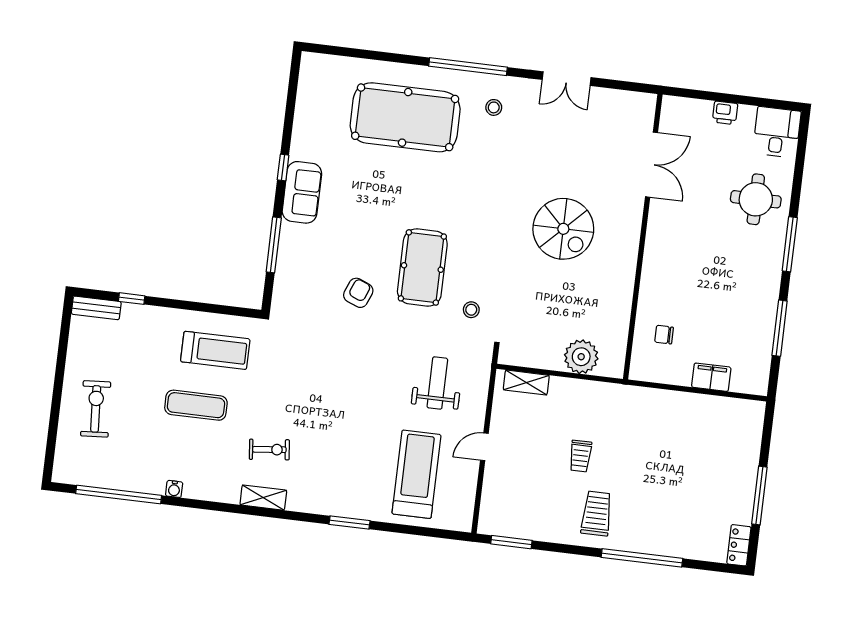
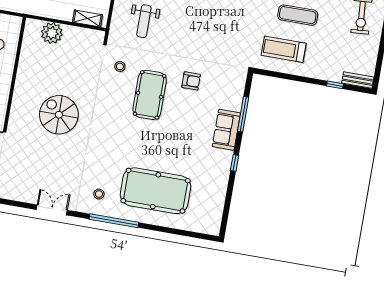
sofa: (302, 192) -> (226, 130), moved
armchair: (358, 293) -> (191, 81), turned -112

